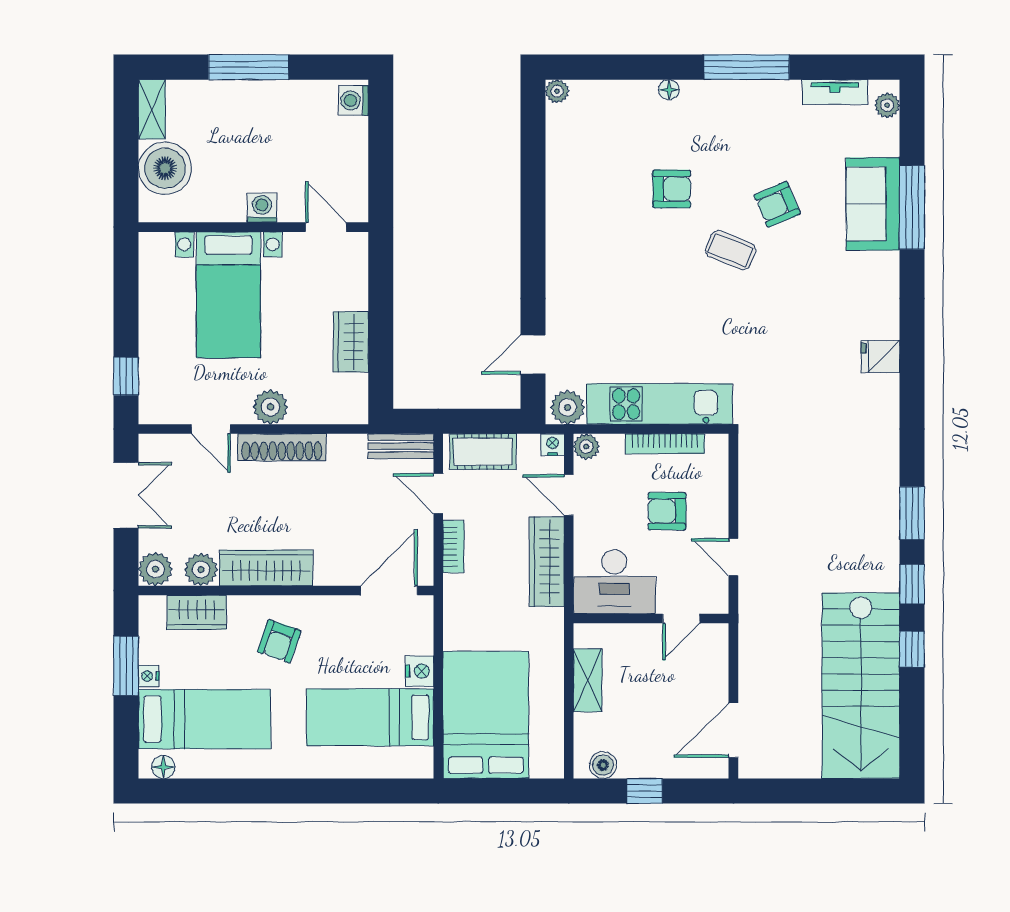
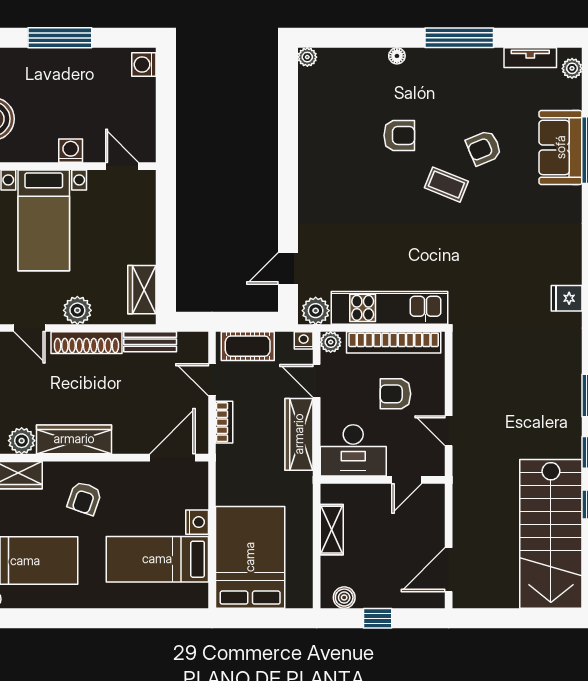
wardrobe: (351, 342) -> (142, 290), moved
fridge: (881, 357) -> (567, 298), moved
bookcase: (665, 444) -> (394, 342), width x1.48, depth x1.31
bench: (401, 446) -> (150, 342), moved

